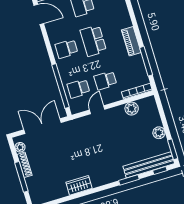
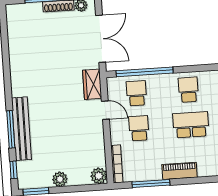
plant: (132, 109) -> (99, 176), moved
bench: (149, 165) -> (22, 129), moved
window: (129, 180) -> (11, 129), width x1.44
wardrobe: (79, 185) -> (92, 84), moved, turned 180

